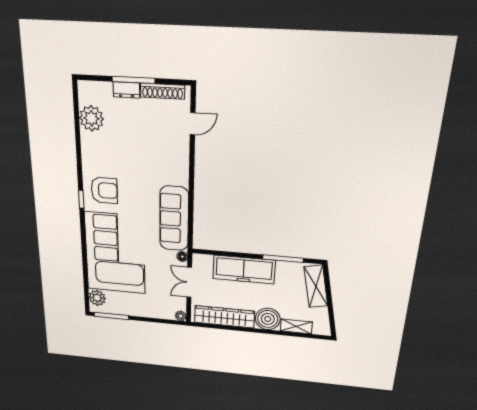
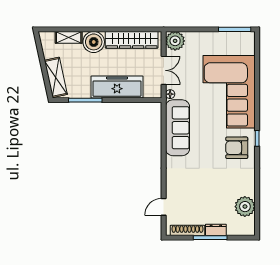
plant: (97, 298) -> (247, 46), removed
plant: (181, 316) -> (175, 41), width x1.88, depth x1.88

